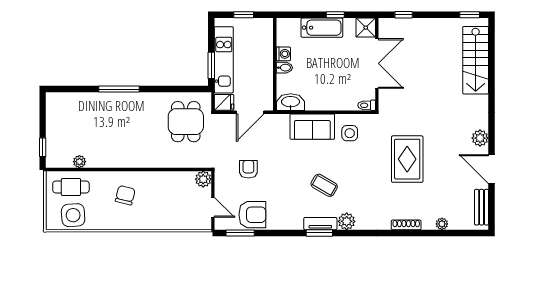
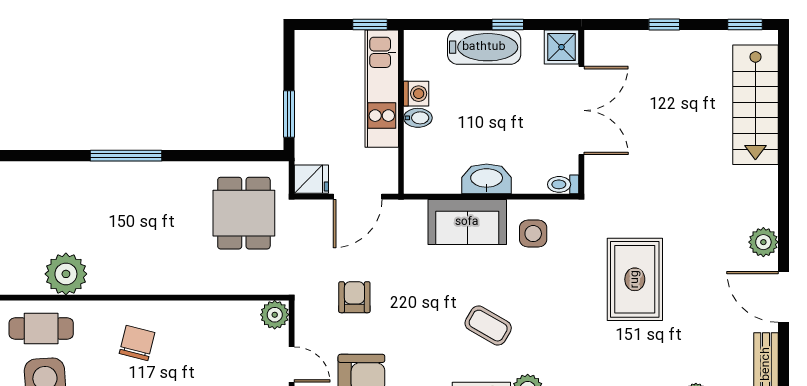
window: (244, 15) -> (370, 25), moved
window: (404, 15) -> (664, 25), moved
kitchen unit: (224, 60) -> (382, 89), moved, turned 180
washbasin: (291, 102) -> (487, 179), moved
plant: (79, 162) -> (66, 274), width x1.87, depth x1.87

